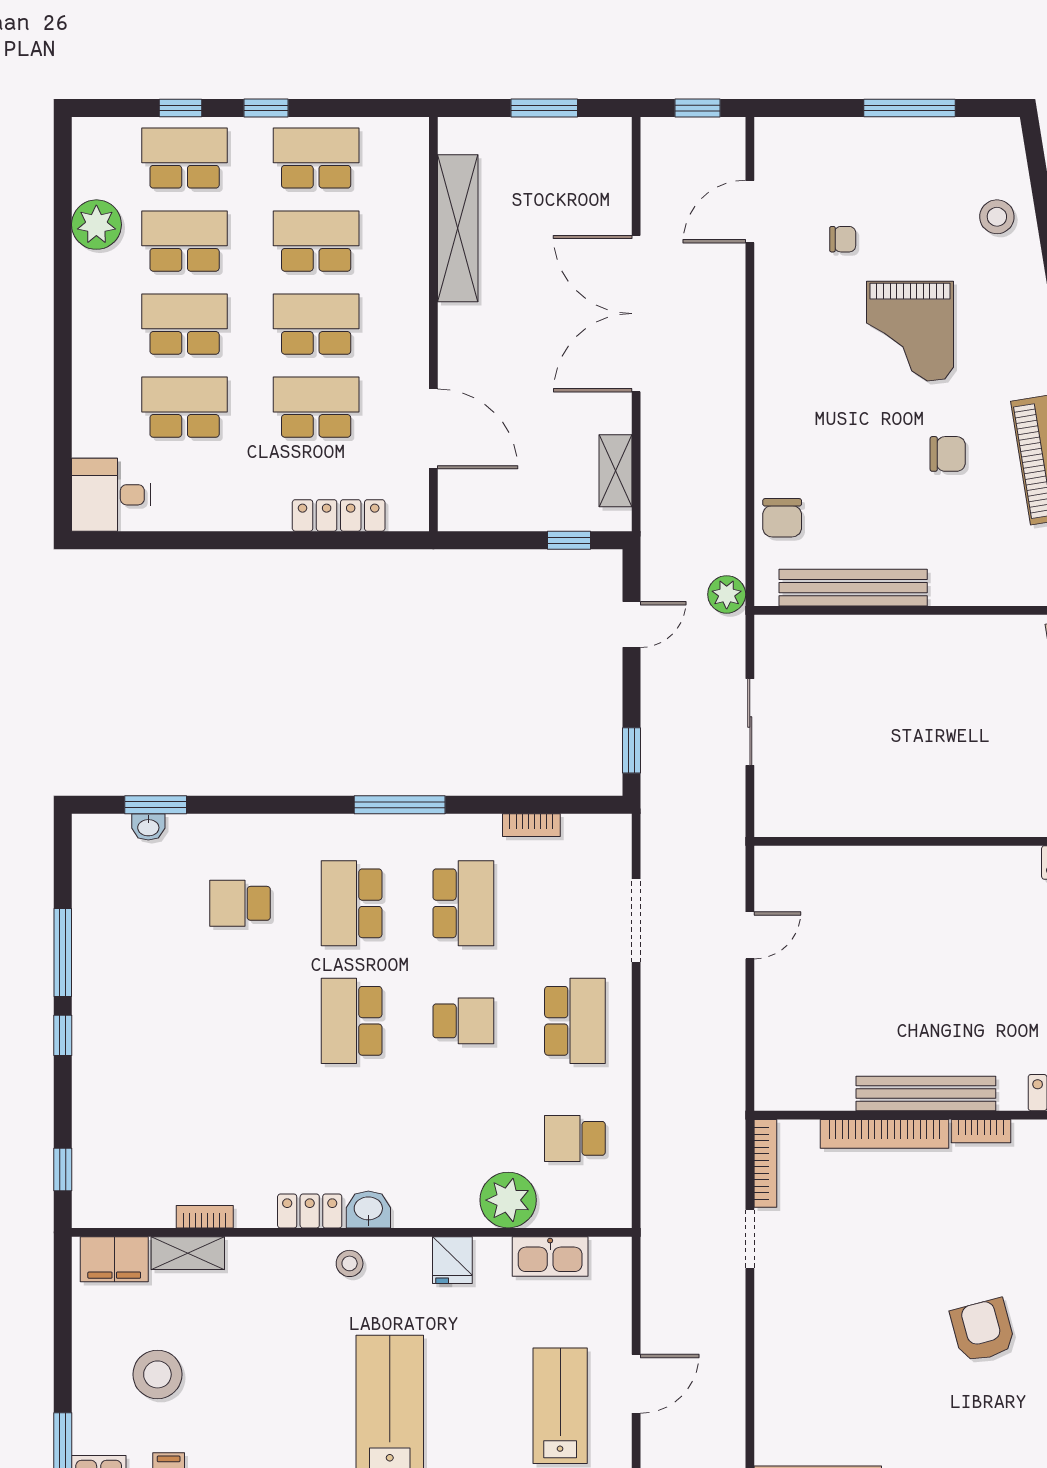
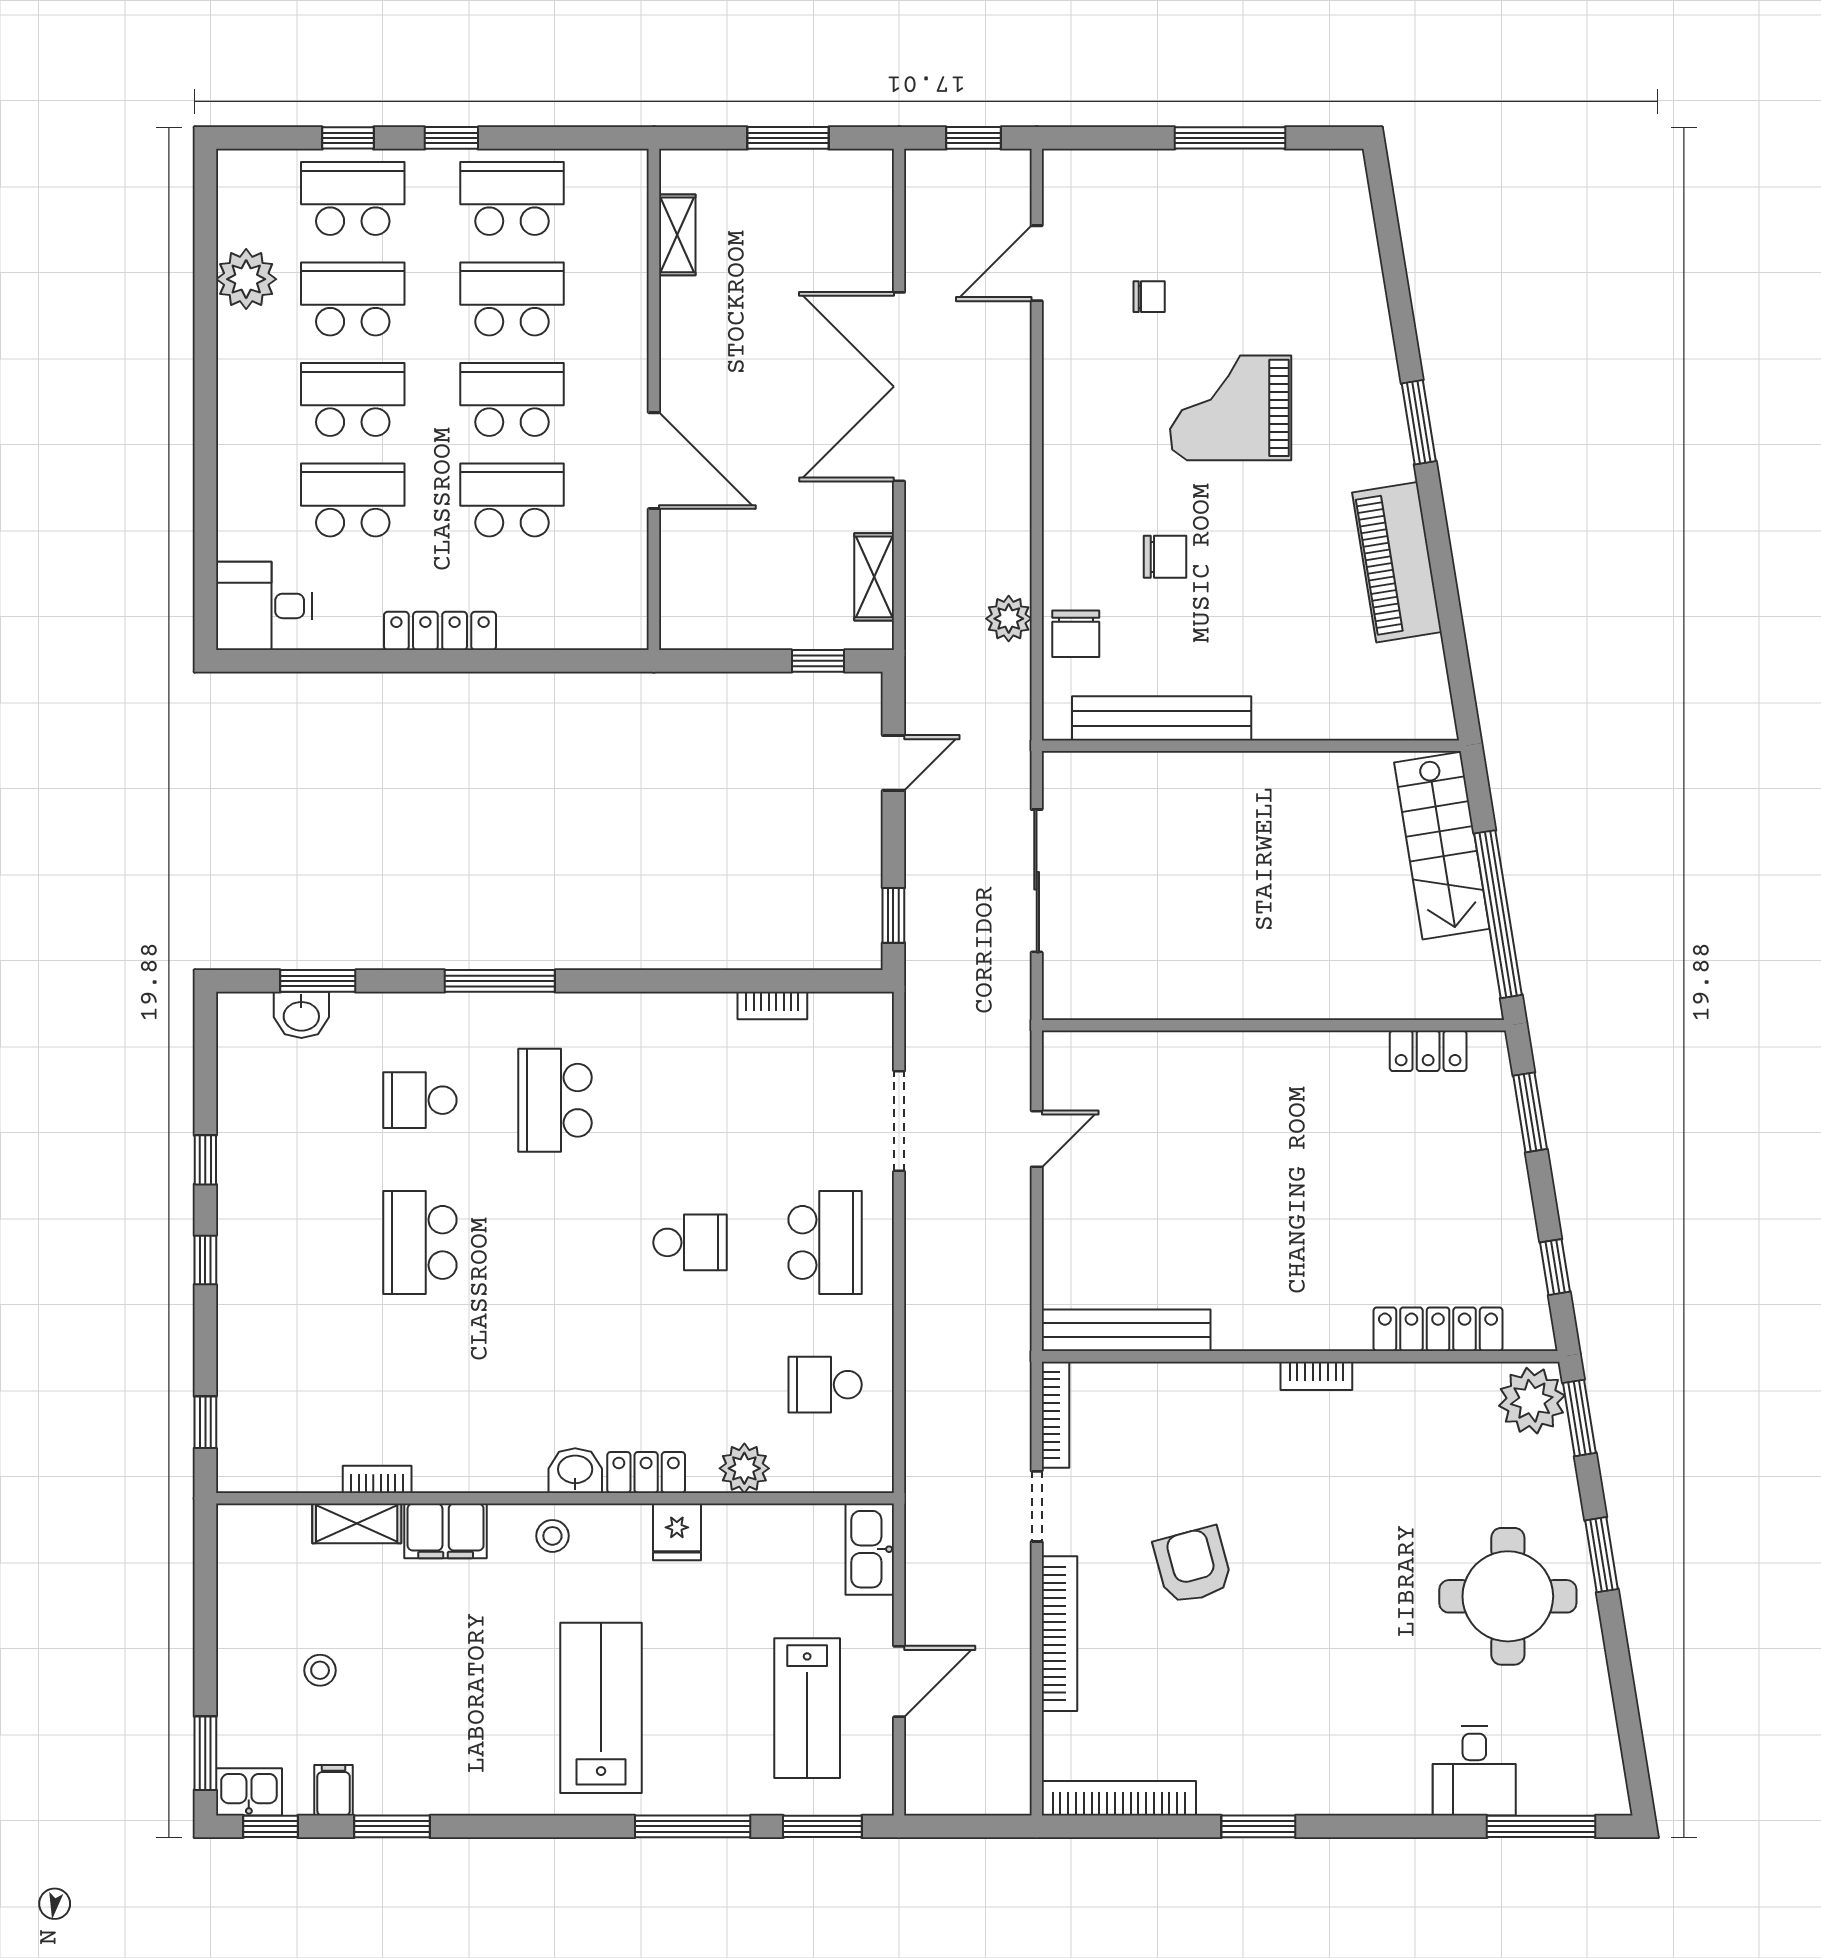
stool: (997, 217) -> (1336, 270), removed
shelving: (458, 228) -> (677, 235), width x0.45, depth x0.75
grand piano: (910, 331) -> (1231, 408), turned 90
door: (433, 429) -> (654, 461), moved
chair: (948, 454) -> (1165, 557), moved
locker: (339, 515) -> (440, 631), moved
plant: (727, 594) -> (1009, 619), moved
sliding door: (750, 722) -> (1037, 881), width x1.37
window: (400, 805) -> (500, 981), moved
washbasin: (148, 827) -> (301, 1015), width x1.38, depth x1.45
school desk: (463, 903) -> (690, 1100), removed
window: (63, 953) -> (205, 1160), width x0.46
school desk: (352, 1021) -> (420, 1242), moved
bench: (926, 1093) -> (1126, 1330), moved
bookcase: (885, 1134) -> (1059, 1634), moved, turned -90
plant: (508, 1200) -> (744, 1468), width x0.73, depth x0.73
locker: (310, 1211) -> (646, 1473), moved
kitchen sink: (550, 1257) -> (870, 1549), moved, turned 90
filing cabinet: (114, 1259) -> (446, 1531), moved
armchair: (983, 1330) -> (1193, 1565), moved
stool: (157, 1374) -> (320, 1670), width x0.53, depth x0.53
lab bench: (560, 1406) -> (807, 1708), turned 180

